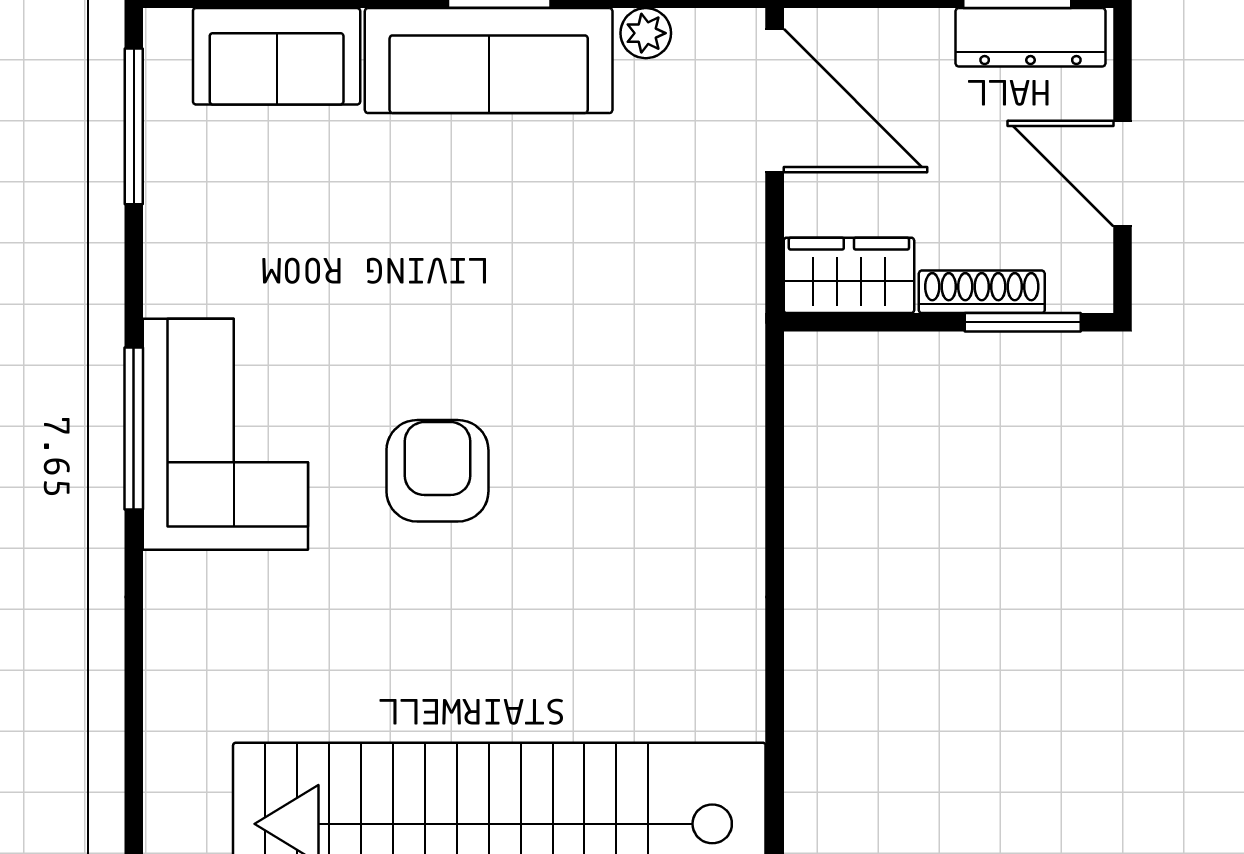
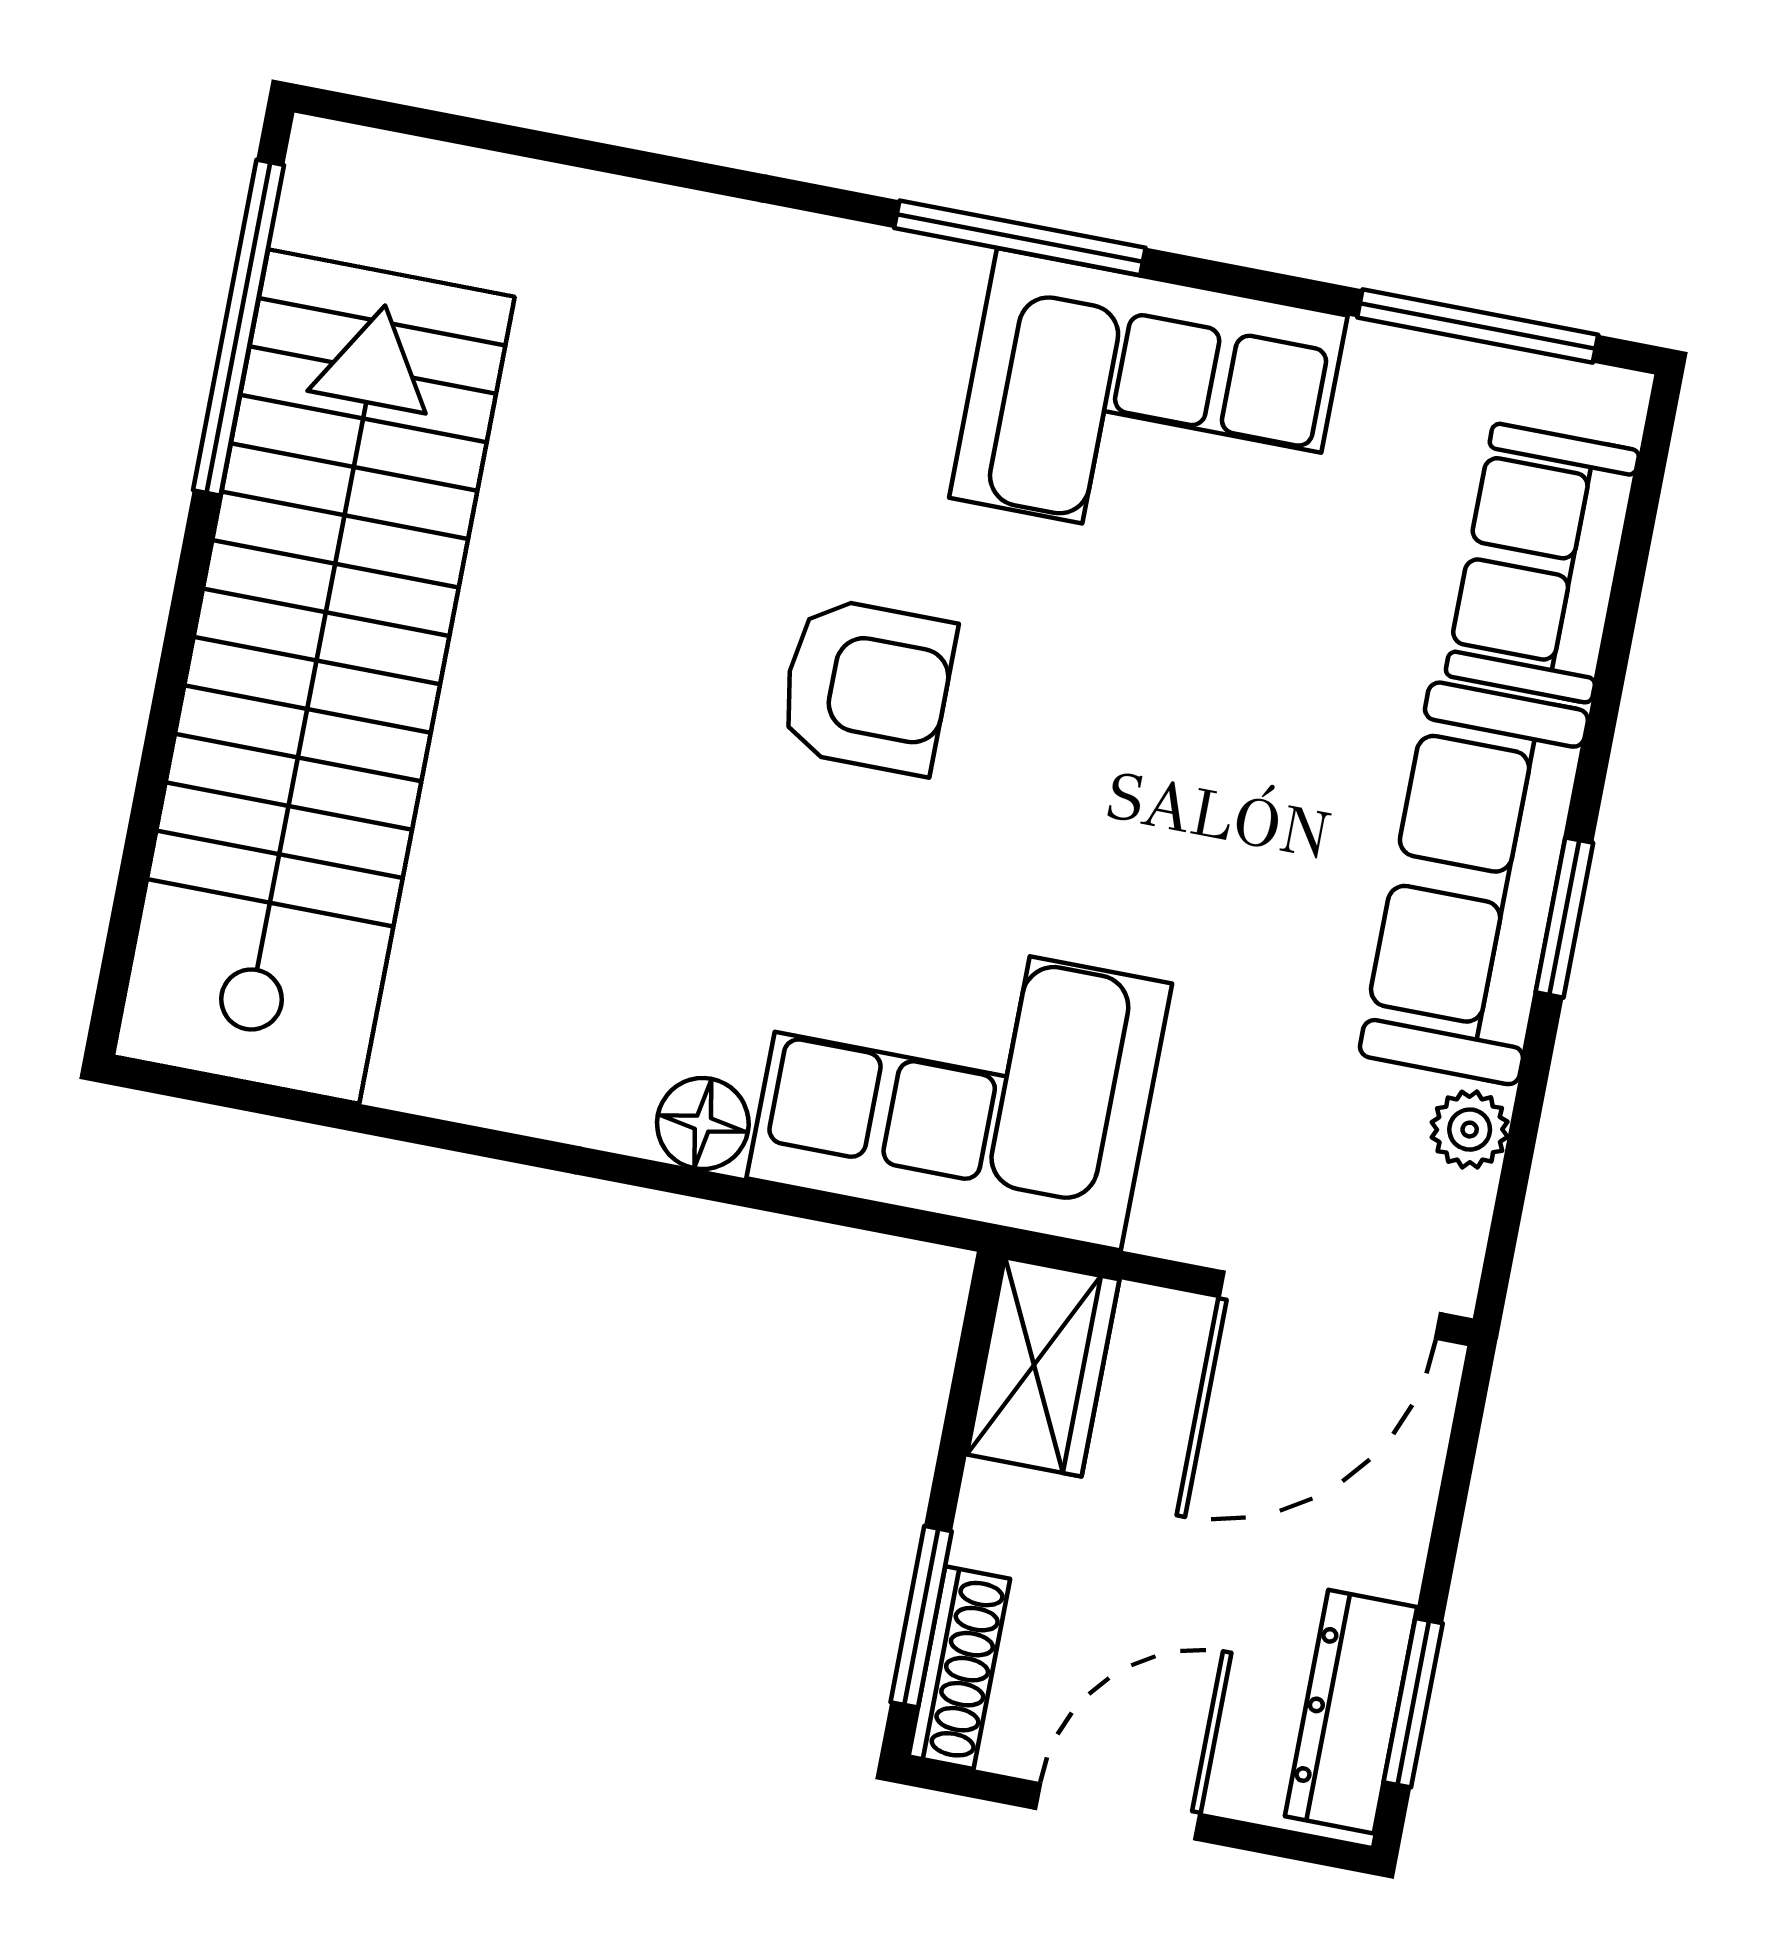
shoe rack: (982, 292) -> (959, 1668), moved
corner sofa: (677, 364) -> (959, 1081), added
corner sofa: (225, 434) -> (1148, 407), moved
floor lamp: (736, 522) -> (703, 1124), added

